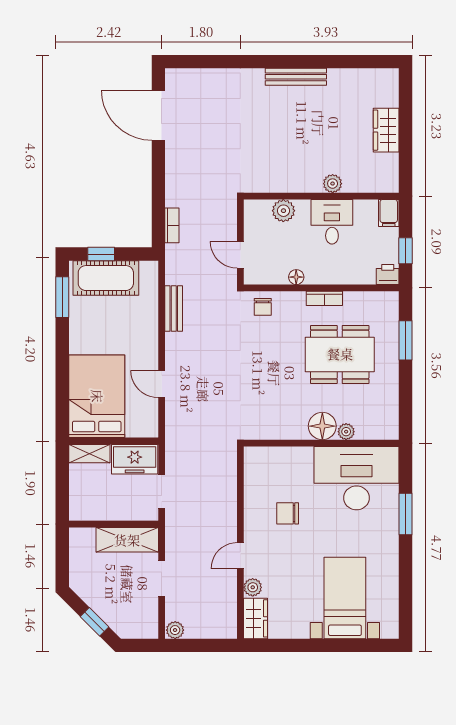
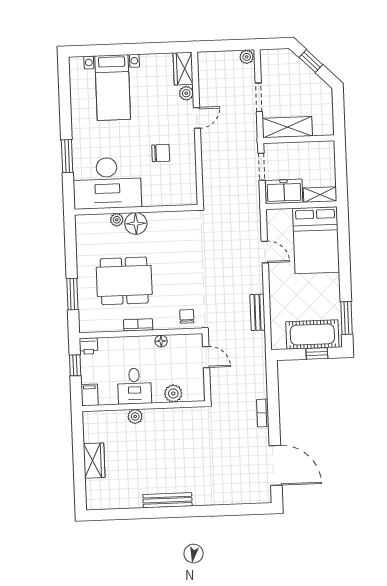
bookcase: (172, 225) -> (263, 413), moved

